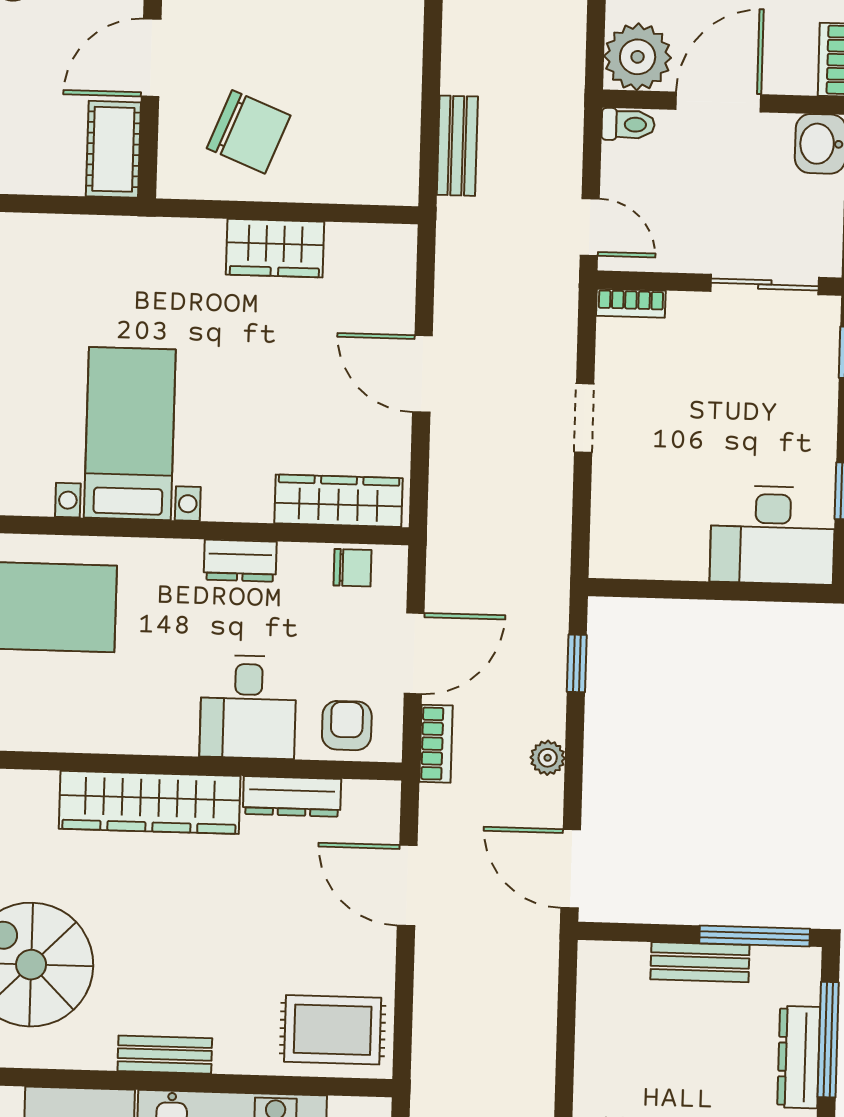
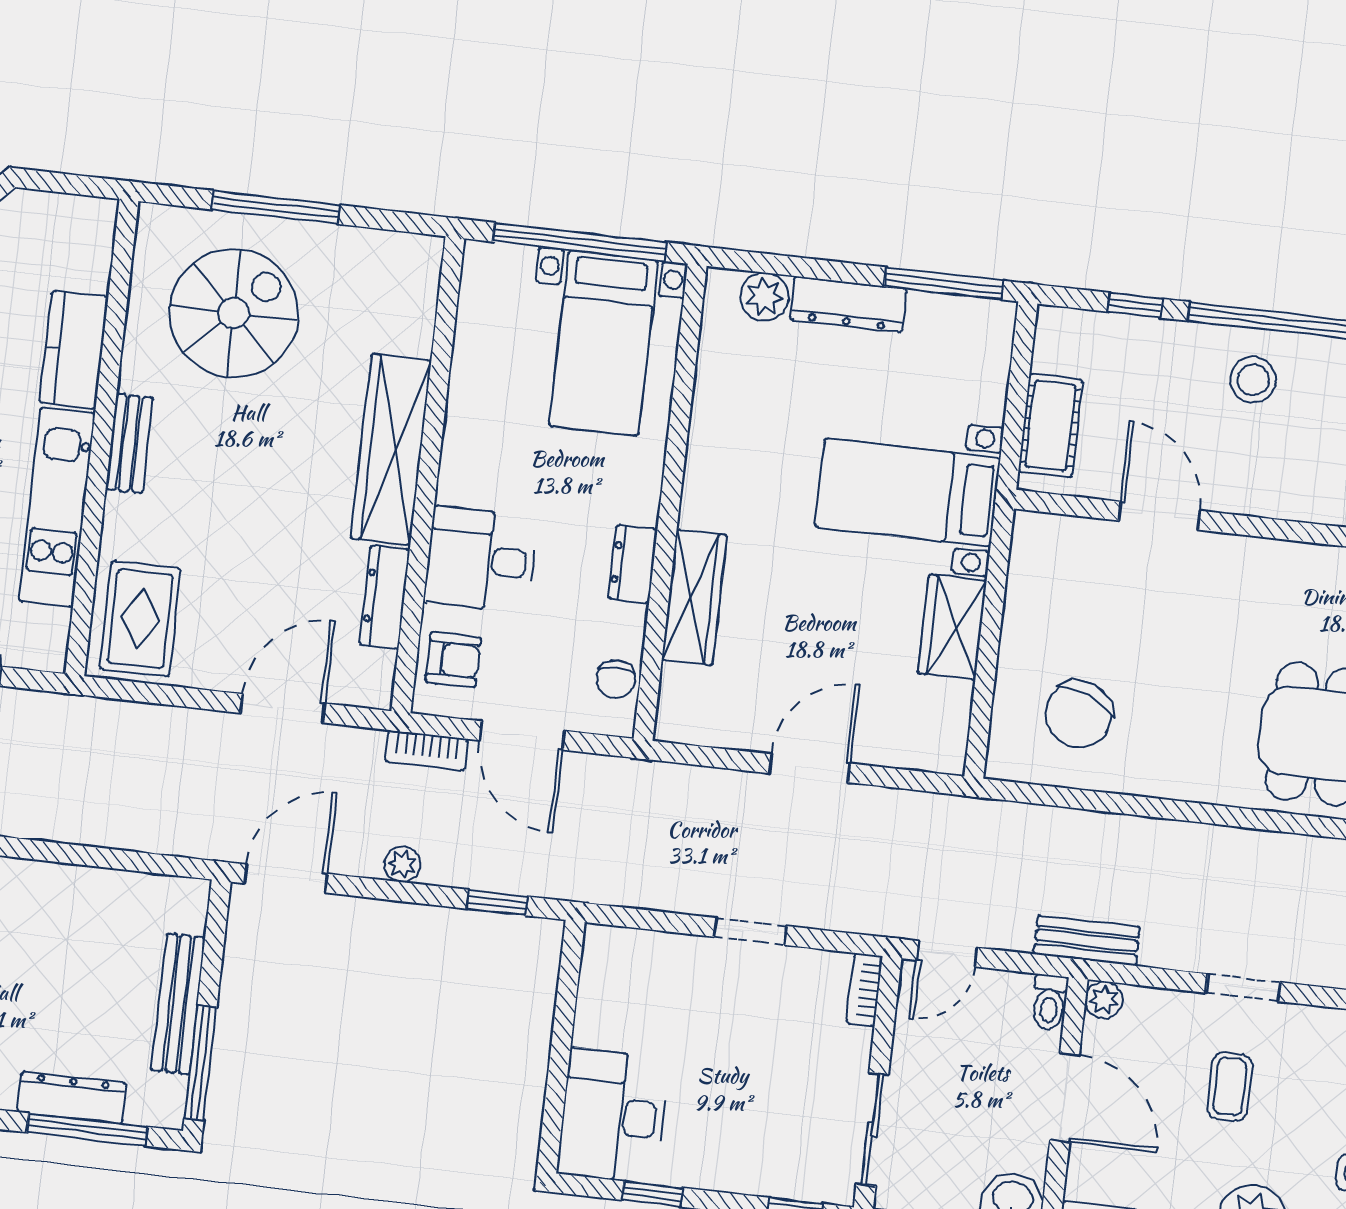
plant: (638, 57) -> (1104, 1000), width x0.53, depth x0.53
chair: (249, 132) -> (1079, 714), moved
bench: (457, 146) -> (1087, 941), moved
cot: (113, 149) -> (1050, 426), moved, turned 90
bed with nightstands: (130, 434) -> (908, 492), moved, turned 180
wardrobe: (338, 501) -> (694, 597), moved
bench: (700, 962) -> (178, 1004), width x1.36

